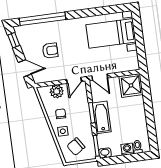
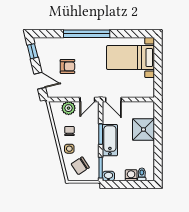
window: (43, 19) -> (87, 34), moved
shower: (131, 85) -> (143, 130), moved

